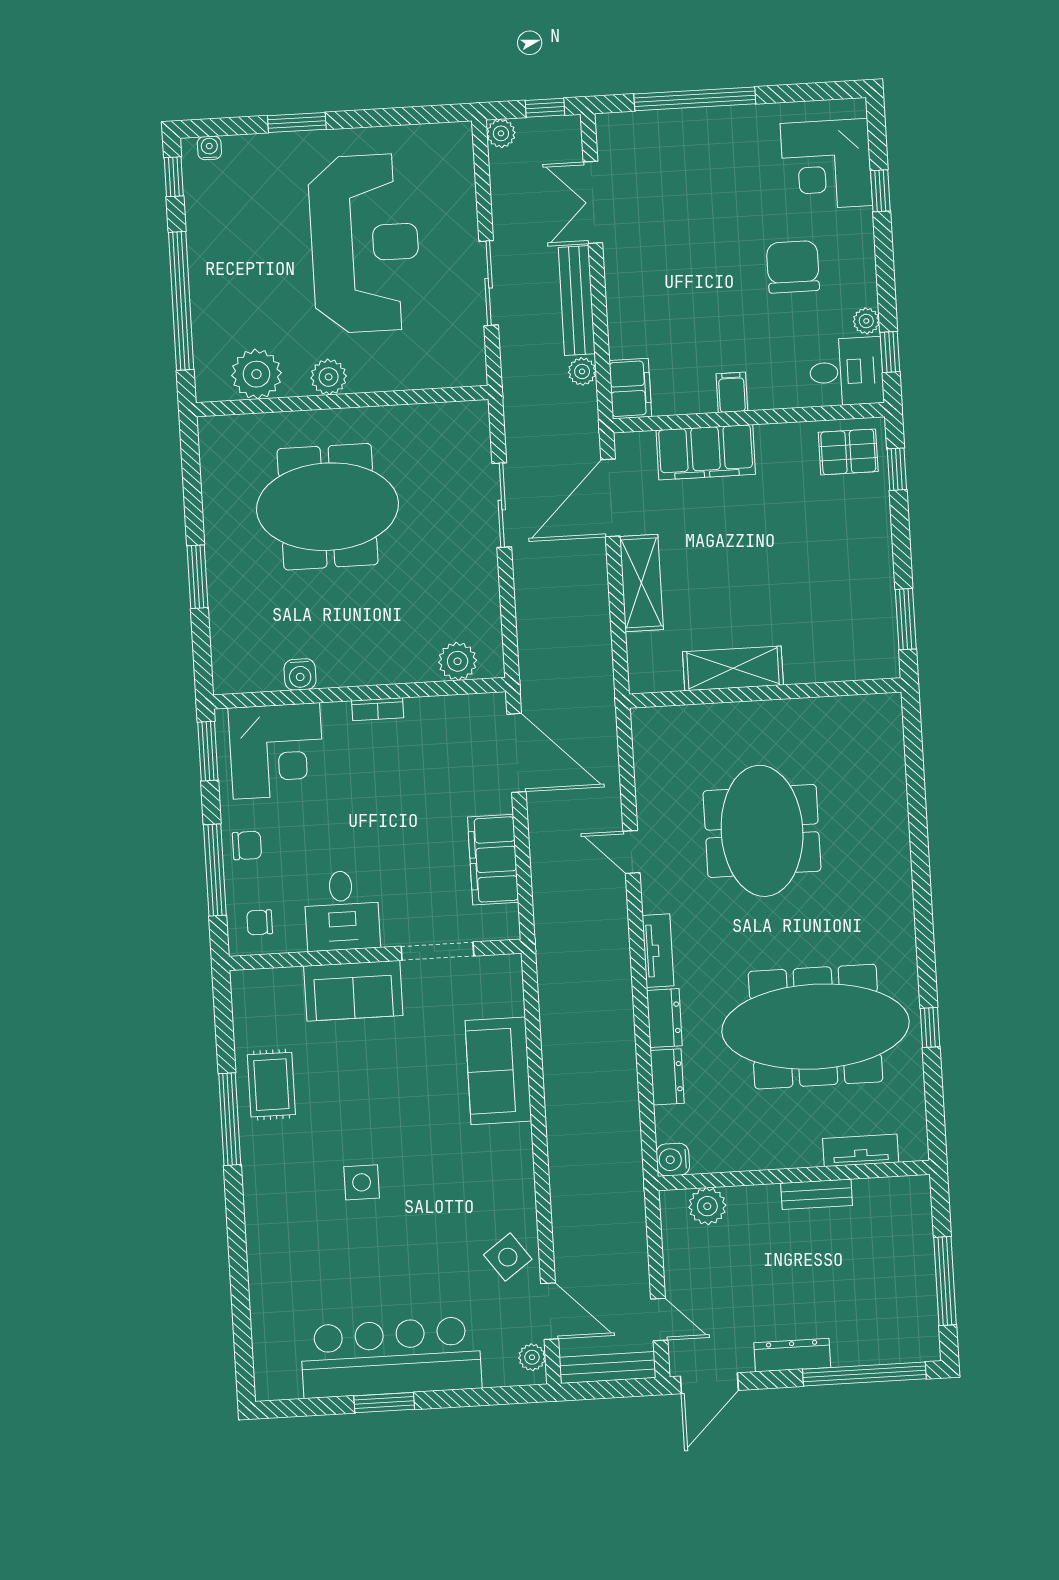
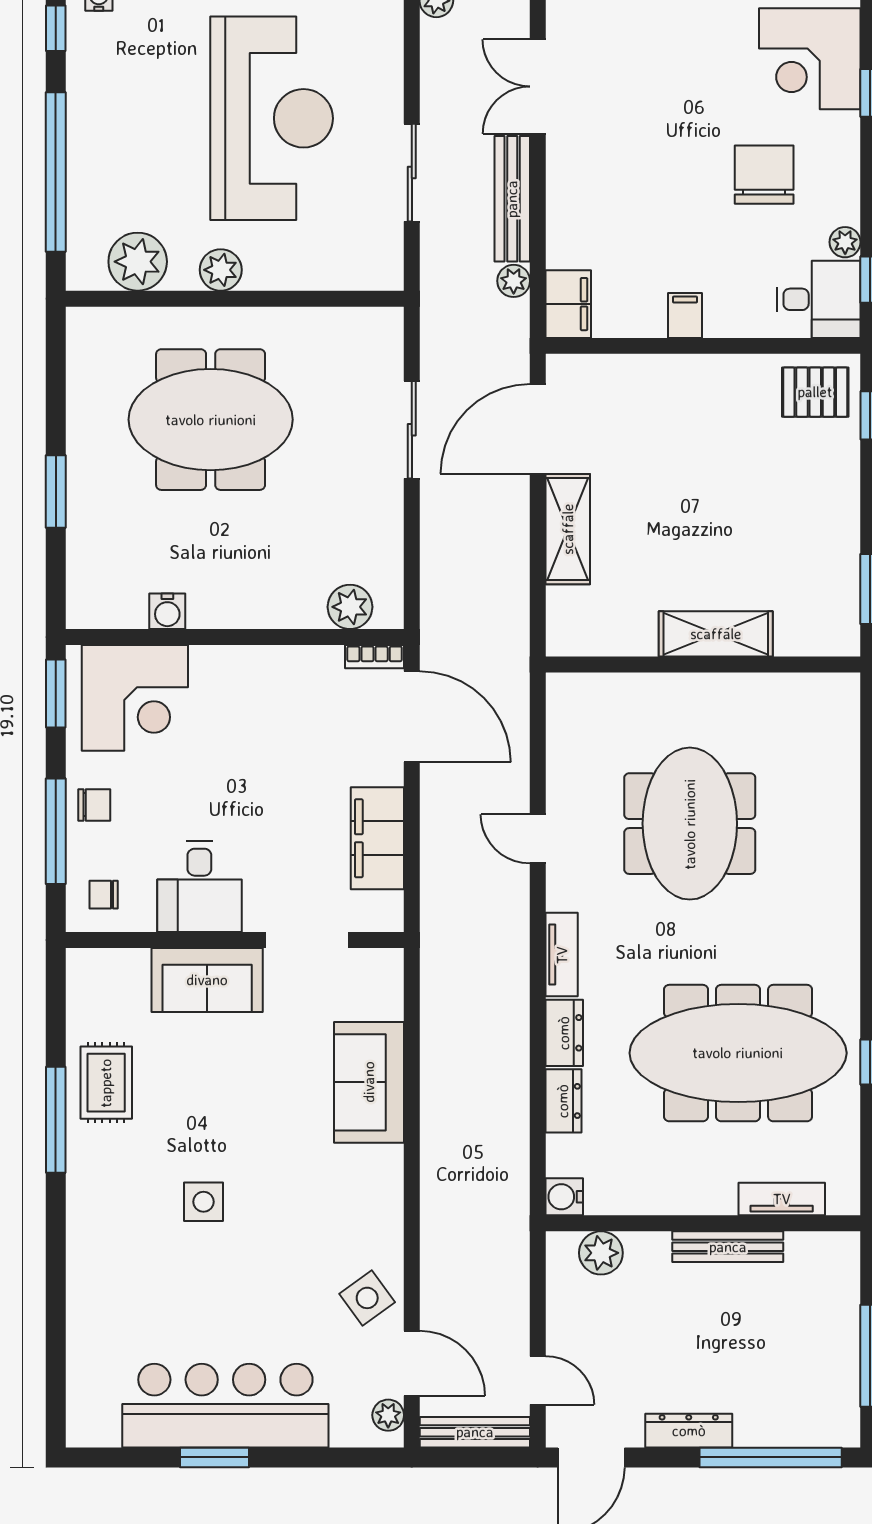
filing cabinet: (706, 452) -> (651, 383), removed
shelving: (733, 668) -> (716, 634), moved
bookcase: (378, 709) -> (375, 657), moved
bench: (817, 1194) -> (728, 1247), width x1.36

